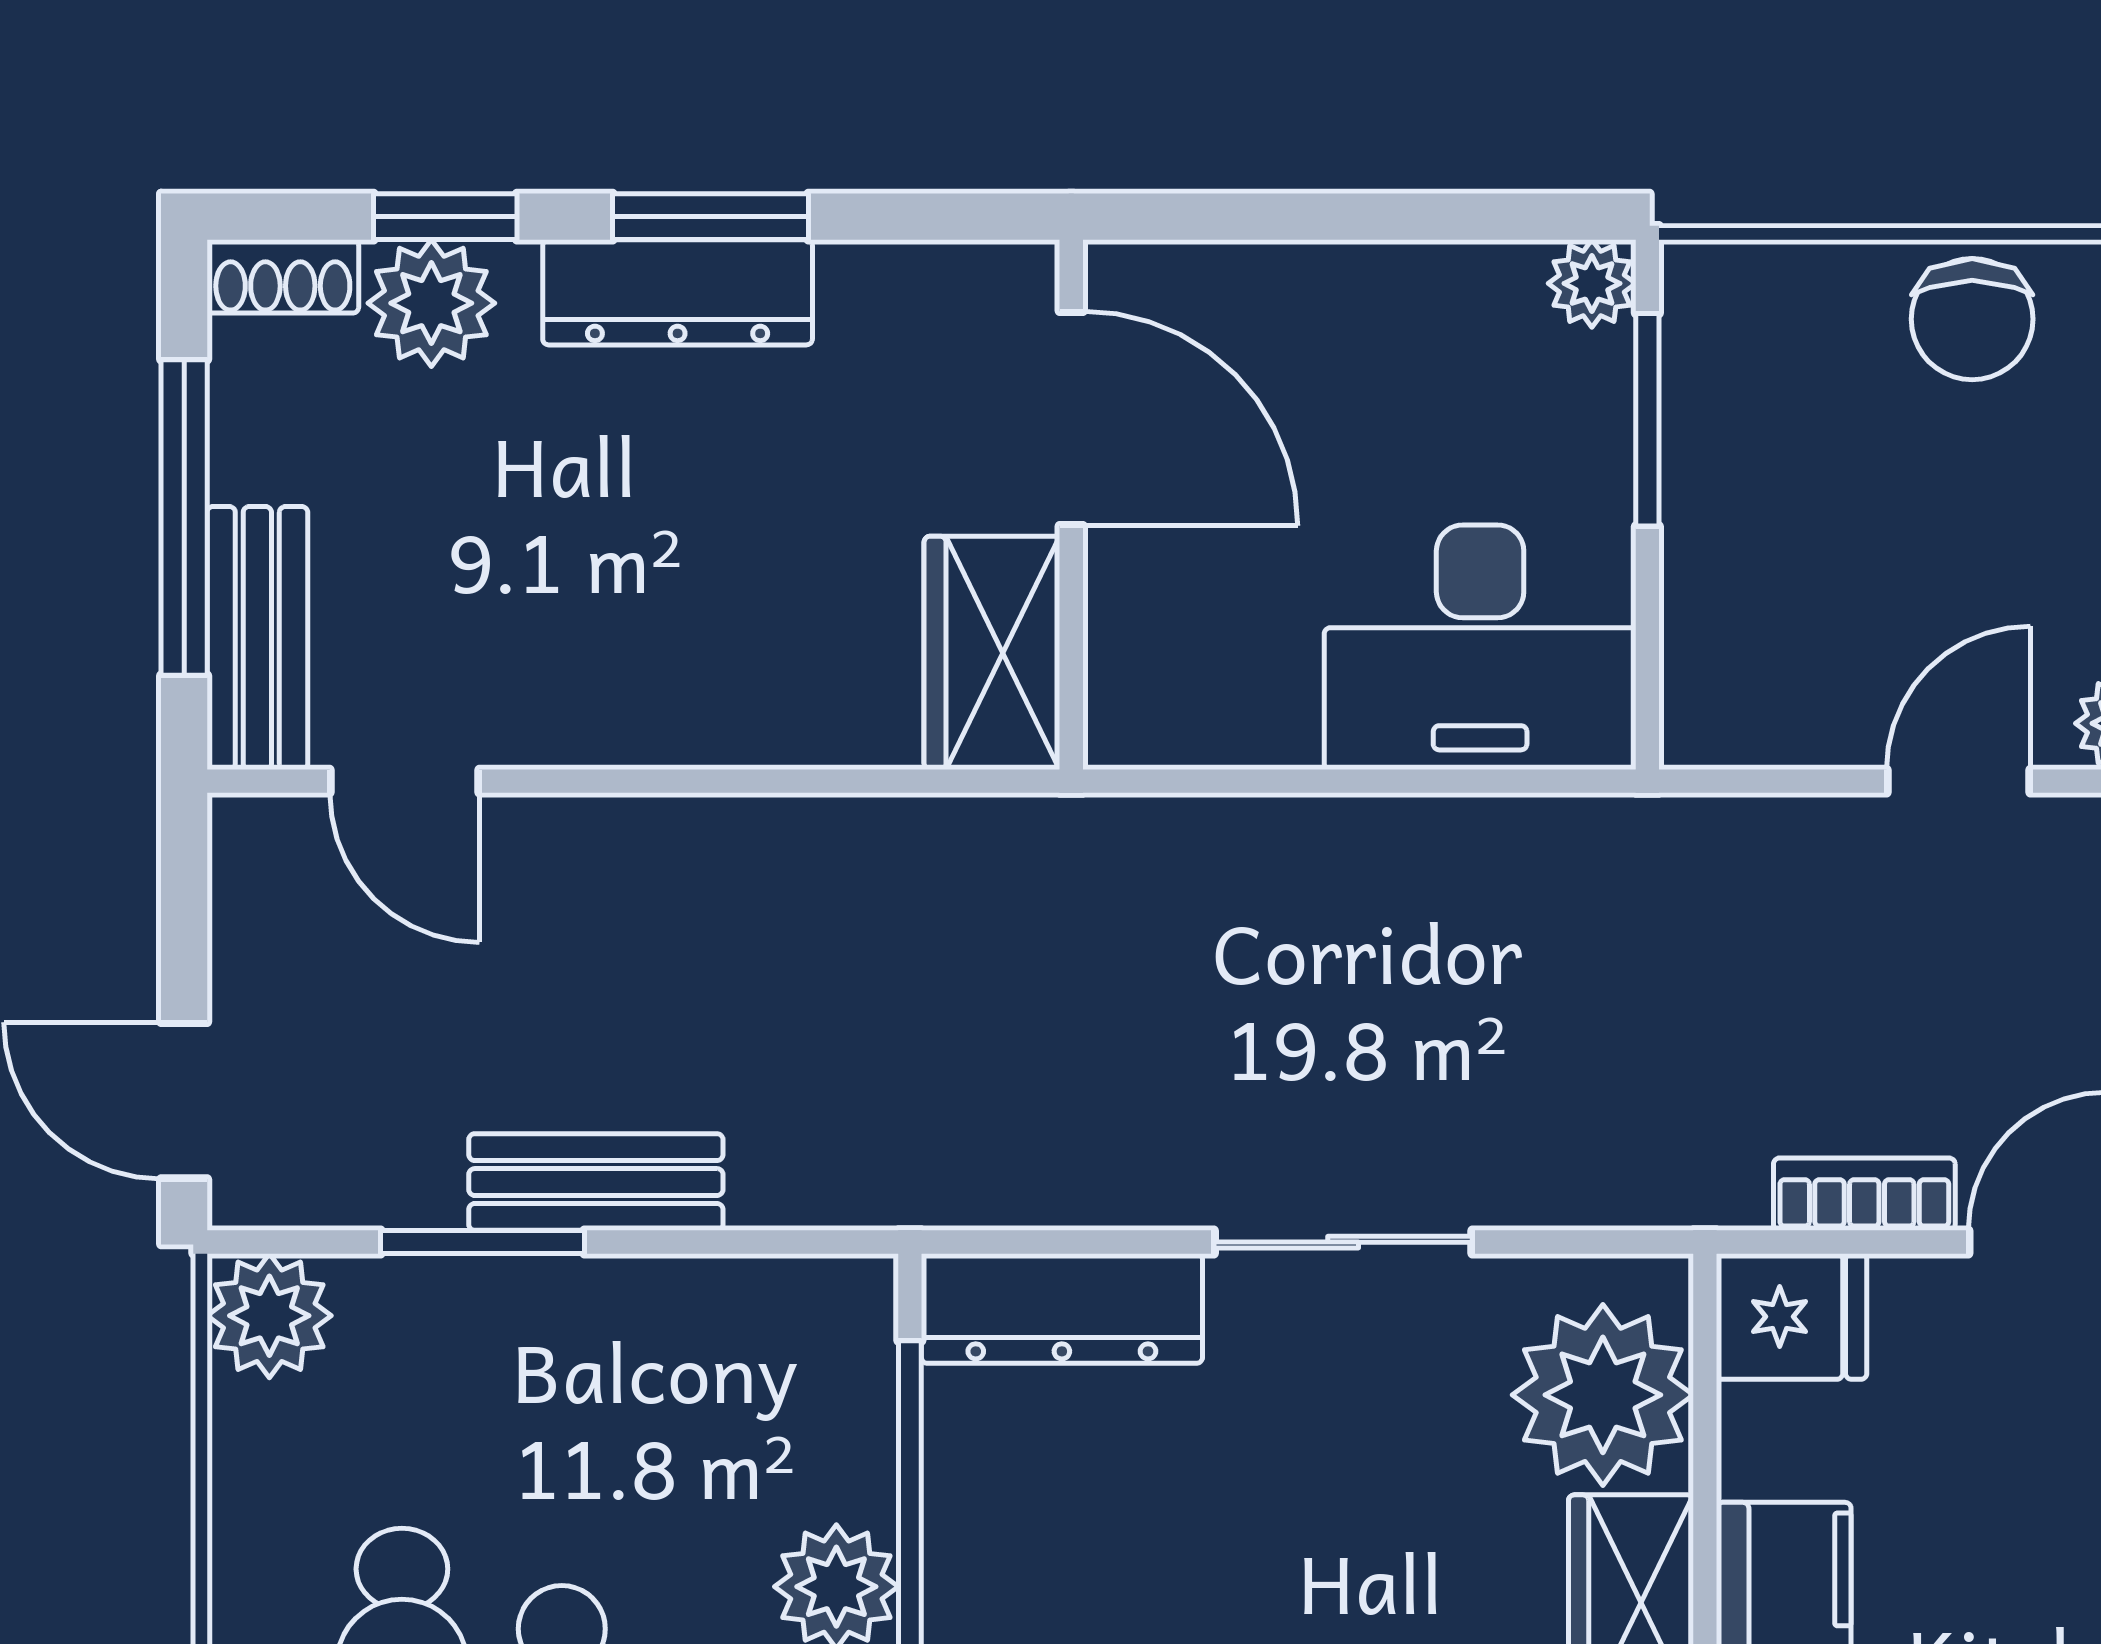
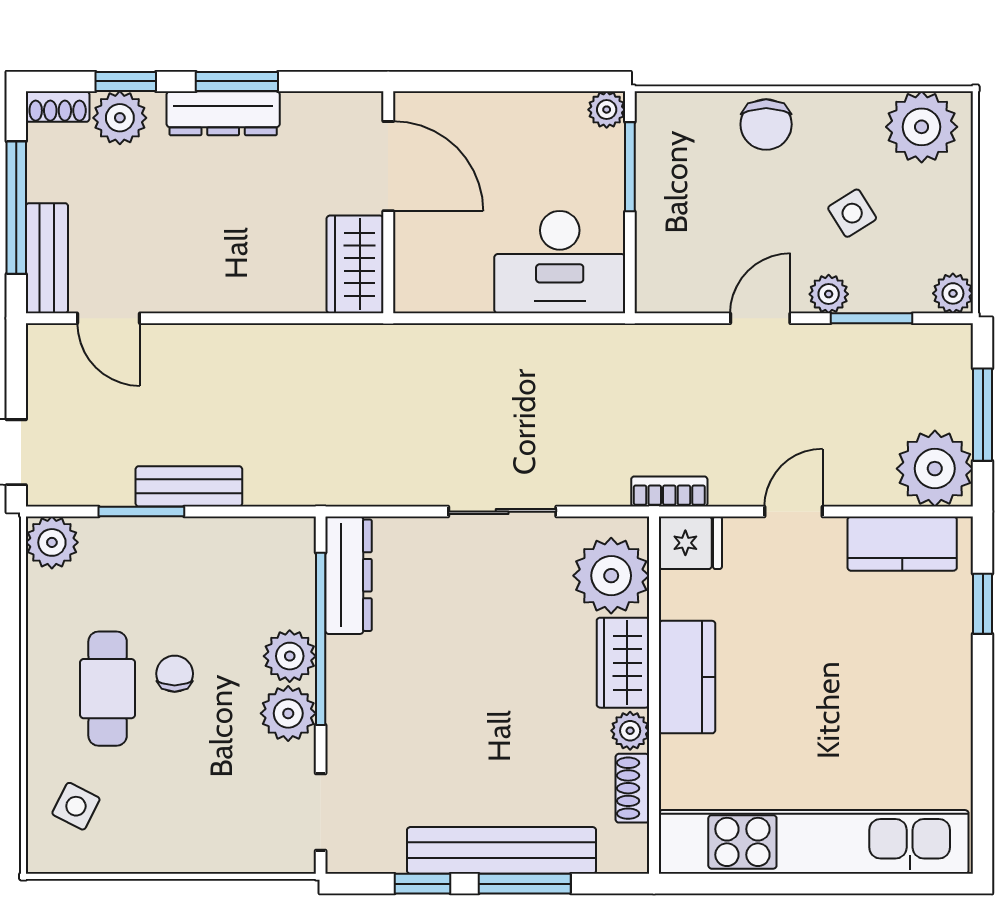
bookcase: (1864, 1194) -> (669, 491), moved
dresser: (1062, 1308) -> (348, 575), moved, turned -90

